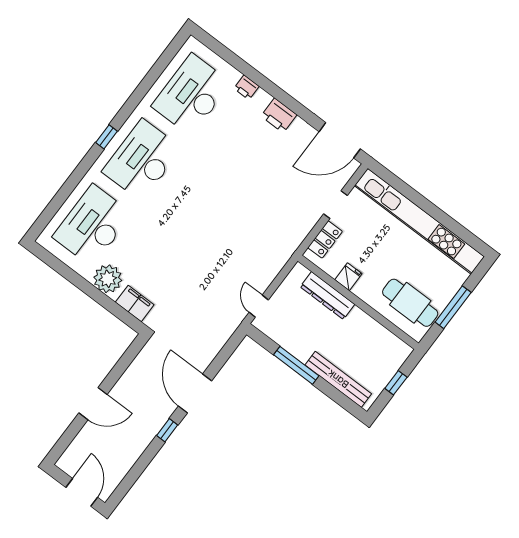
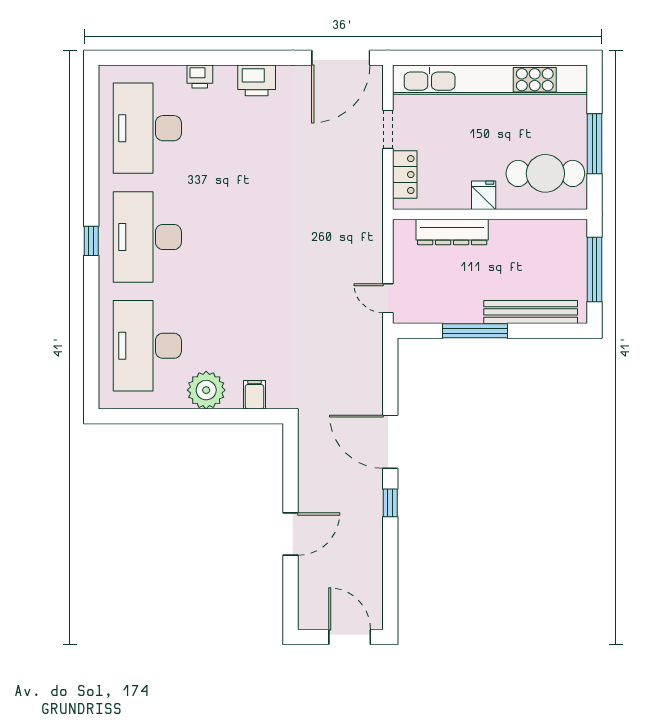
fridge: (348, 277) -> (484, 195), moved
filing cabinet: (135, 304) -> (254, 395), width x0.50
window: (396, 383) -> (594, 269), width x2.17

